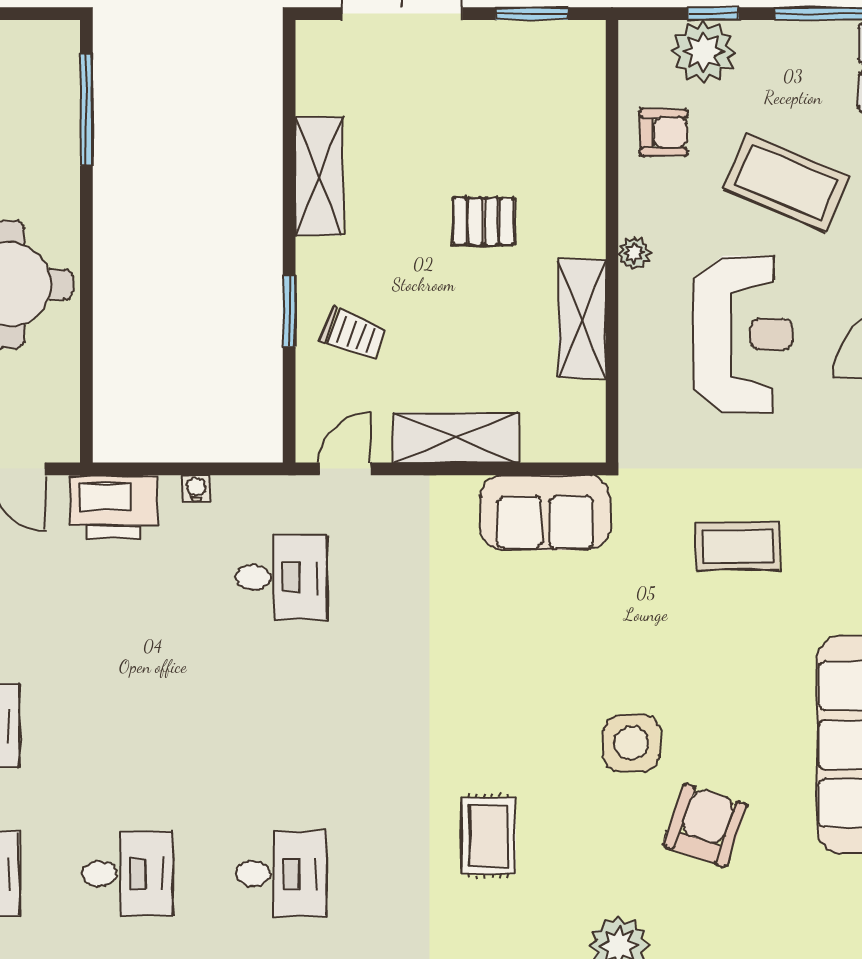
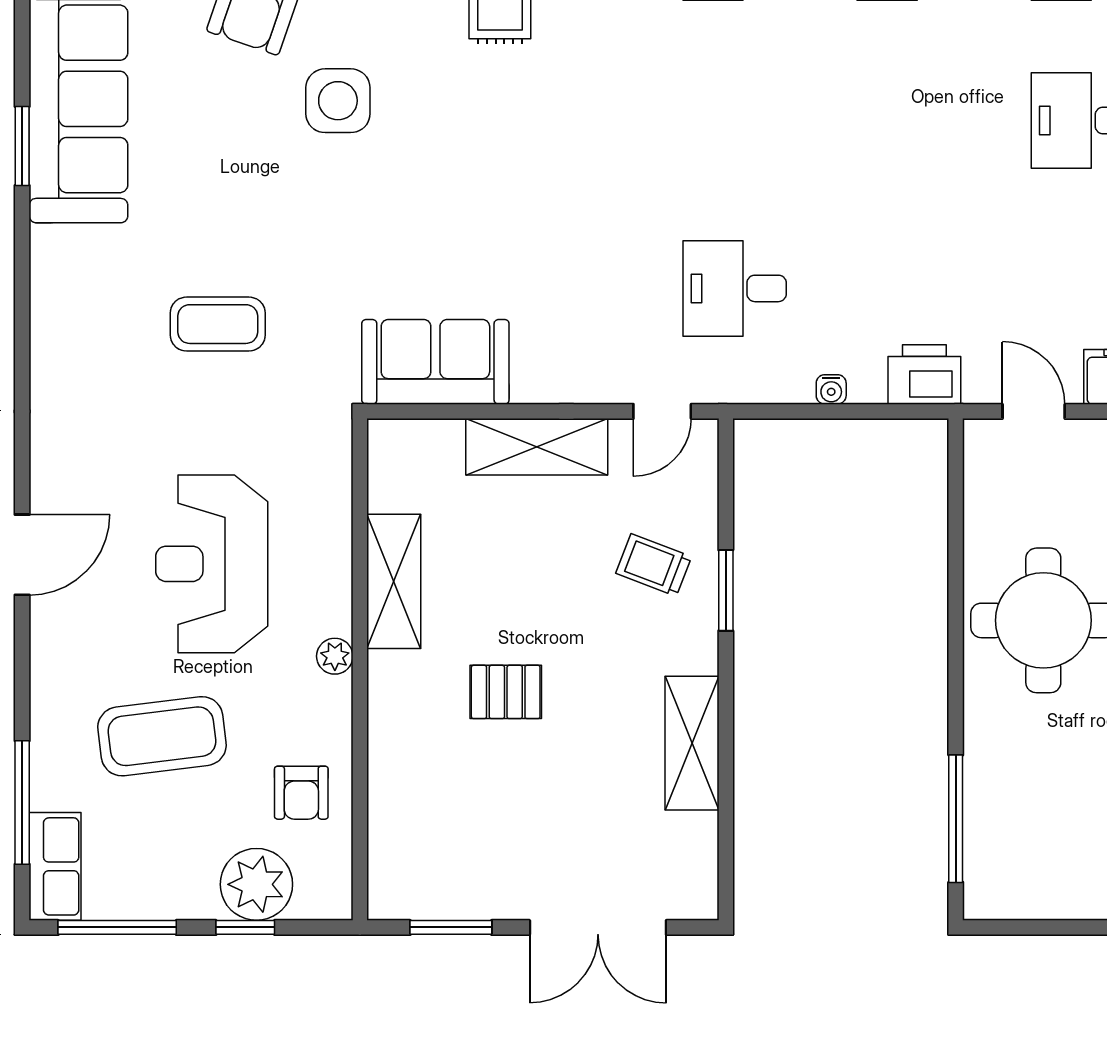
armchair: (664, 133) -> (301, 793), turned -90
coffee table: (787, 182) -> (162, 736), turned -30
printer: (114, 507) -> (924, 374), width x0.73, depth x0.84

